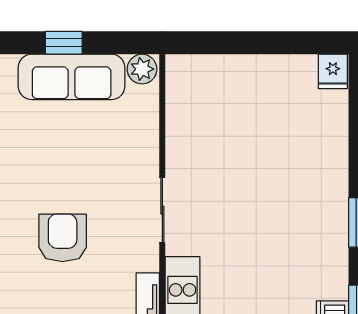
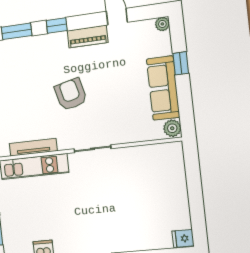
window: (64, 43) -> (181, 63), moved
armchair: (63, 238) -> (71, 94), turned -104

